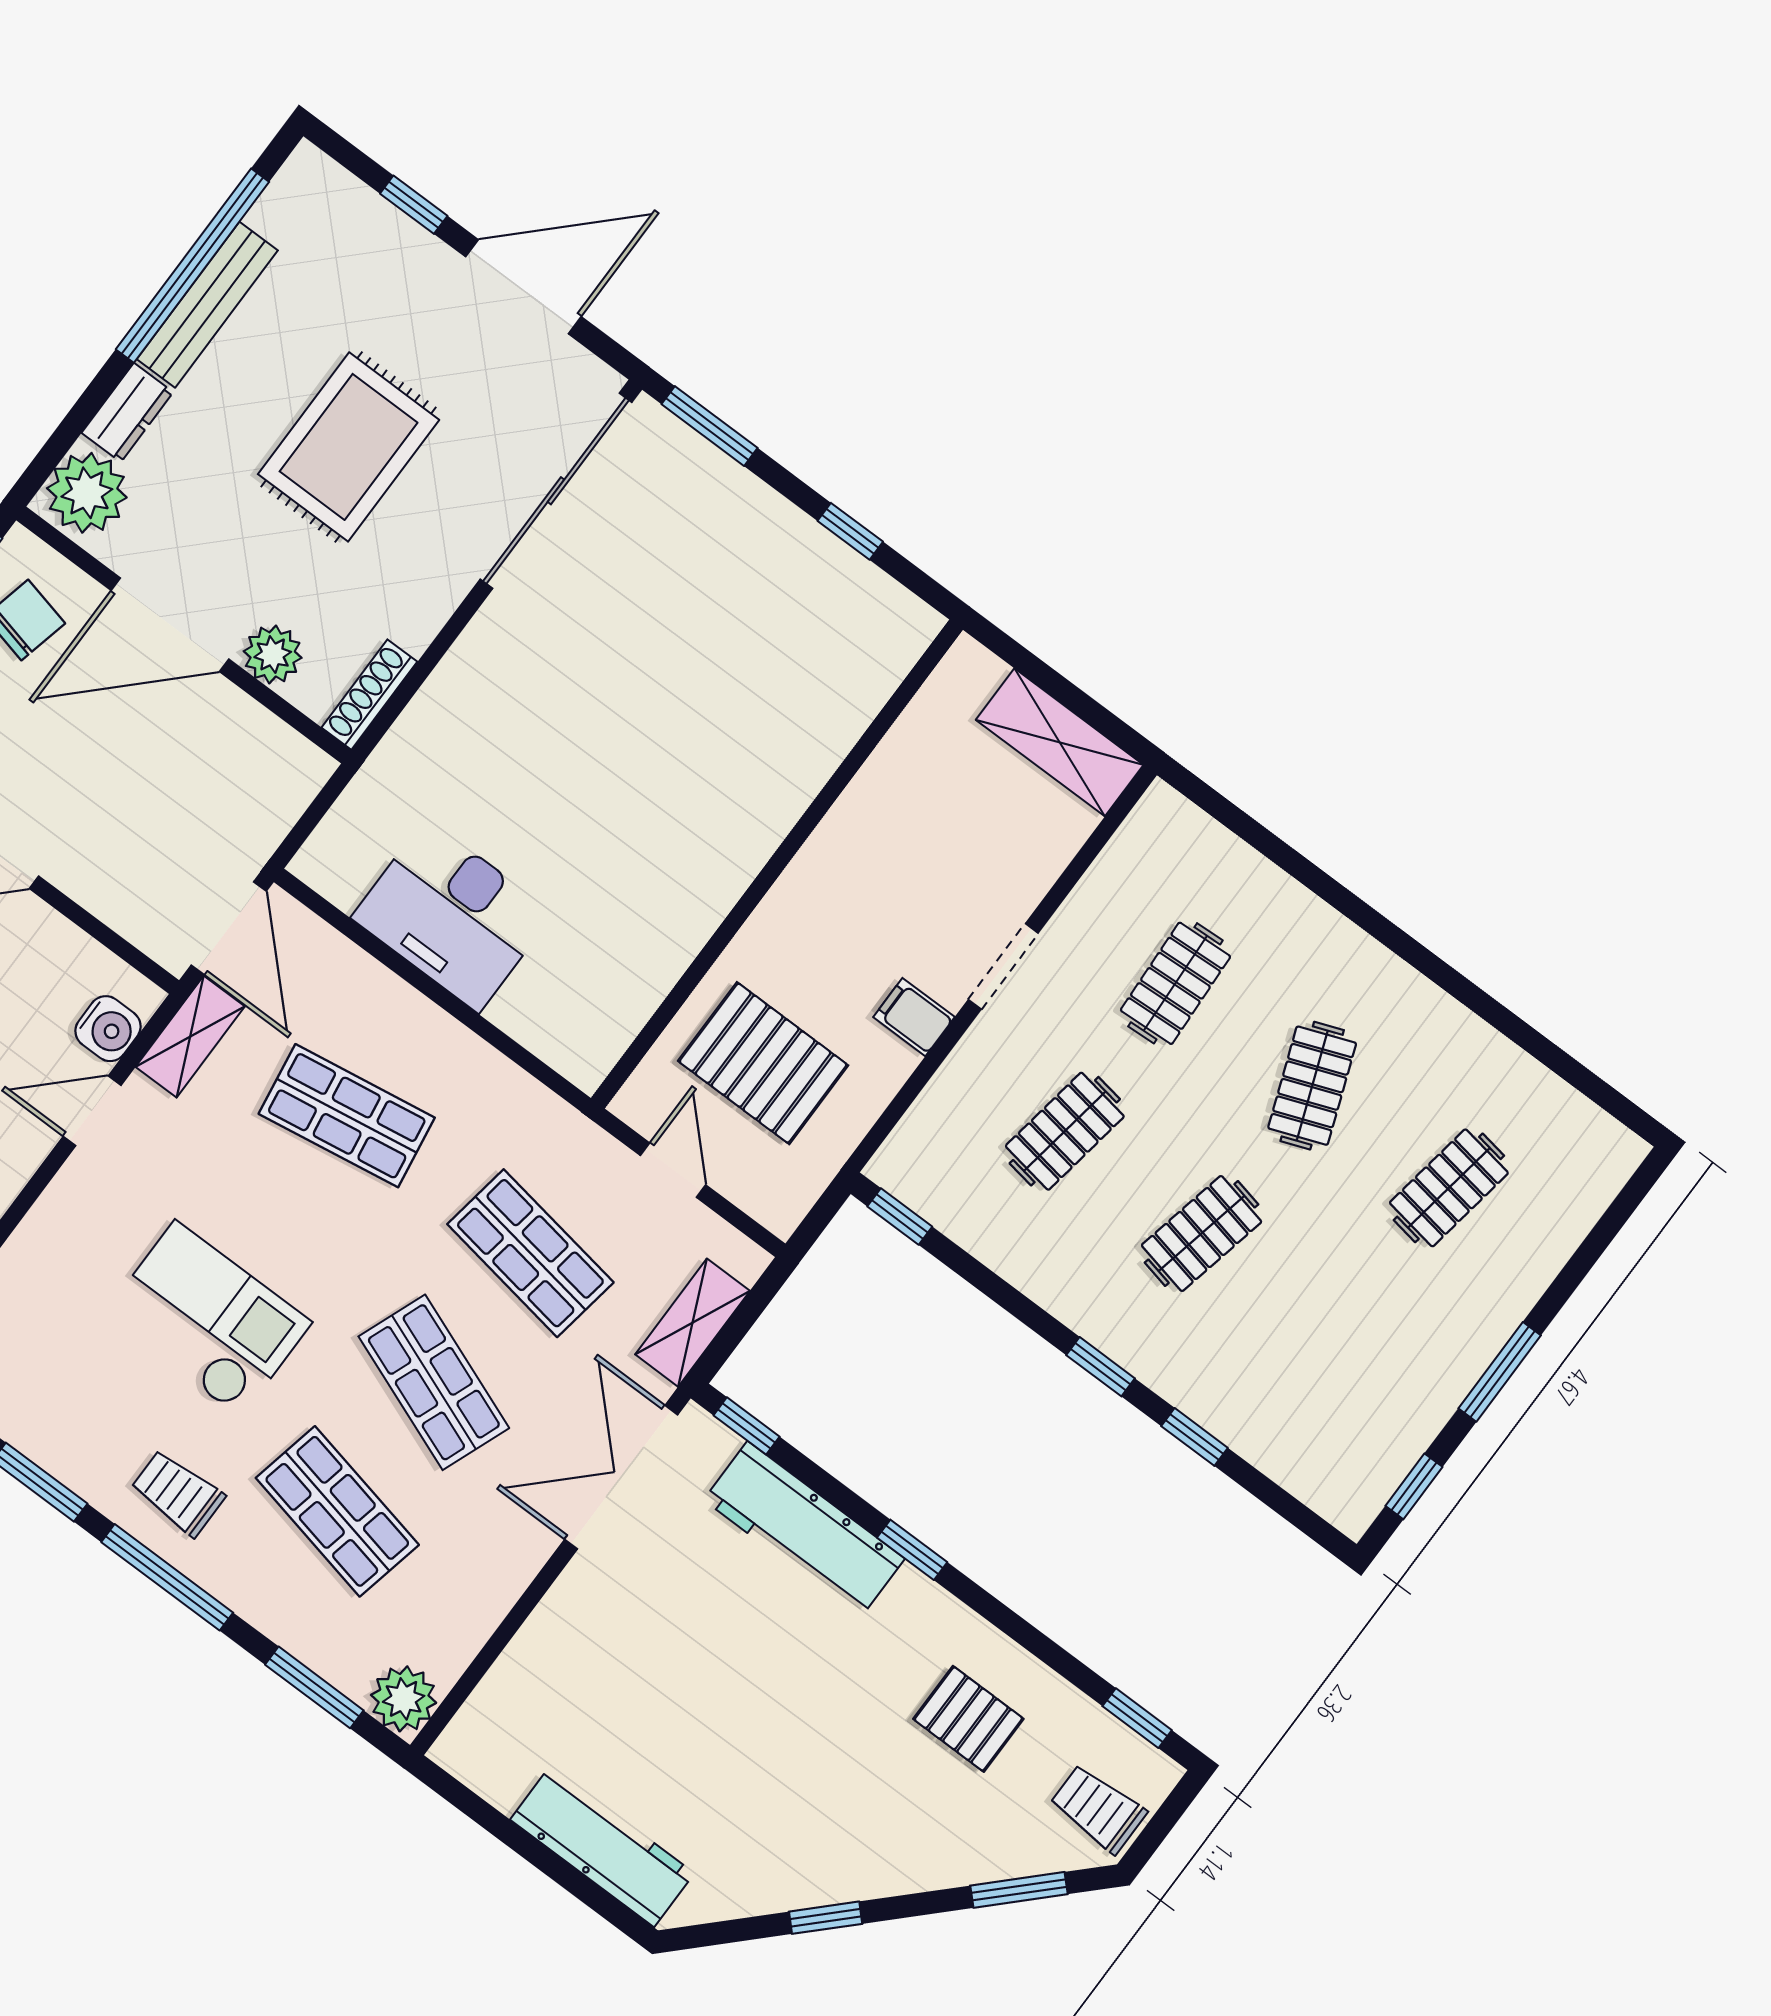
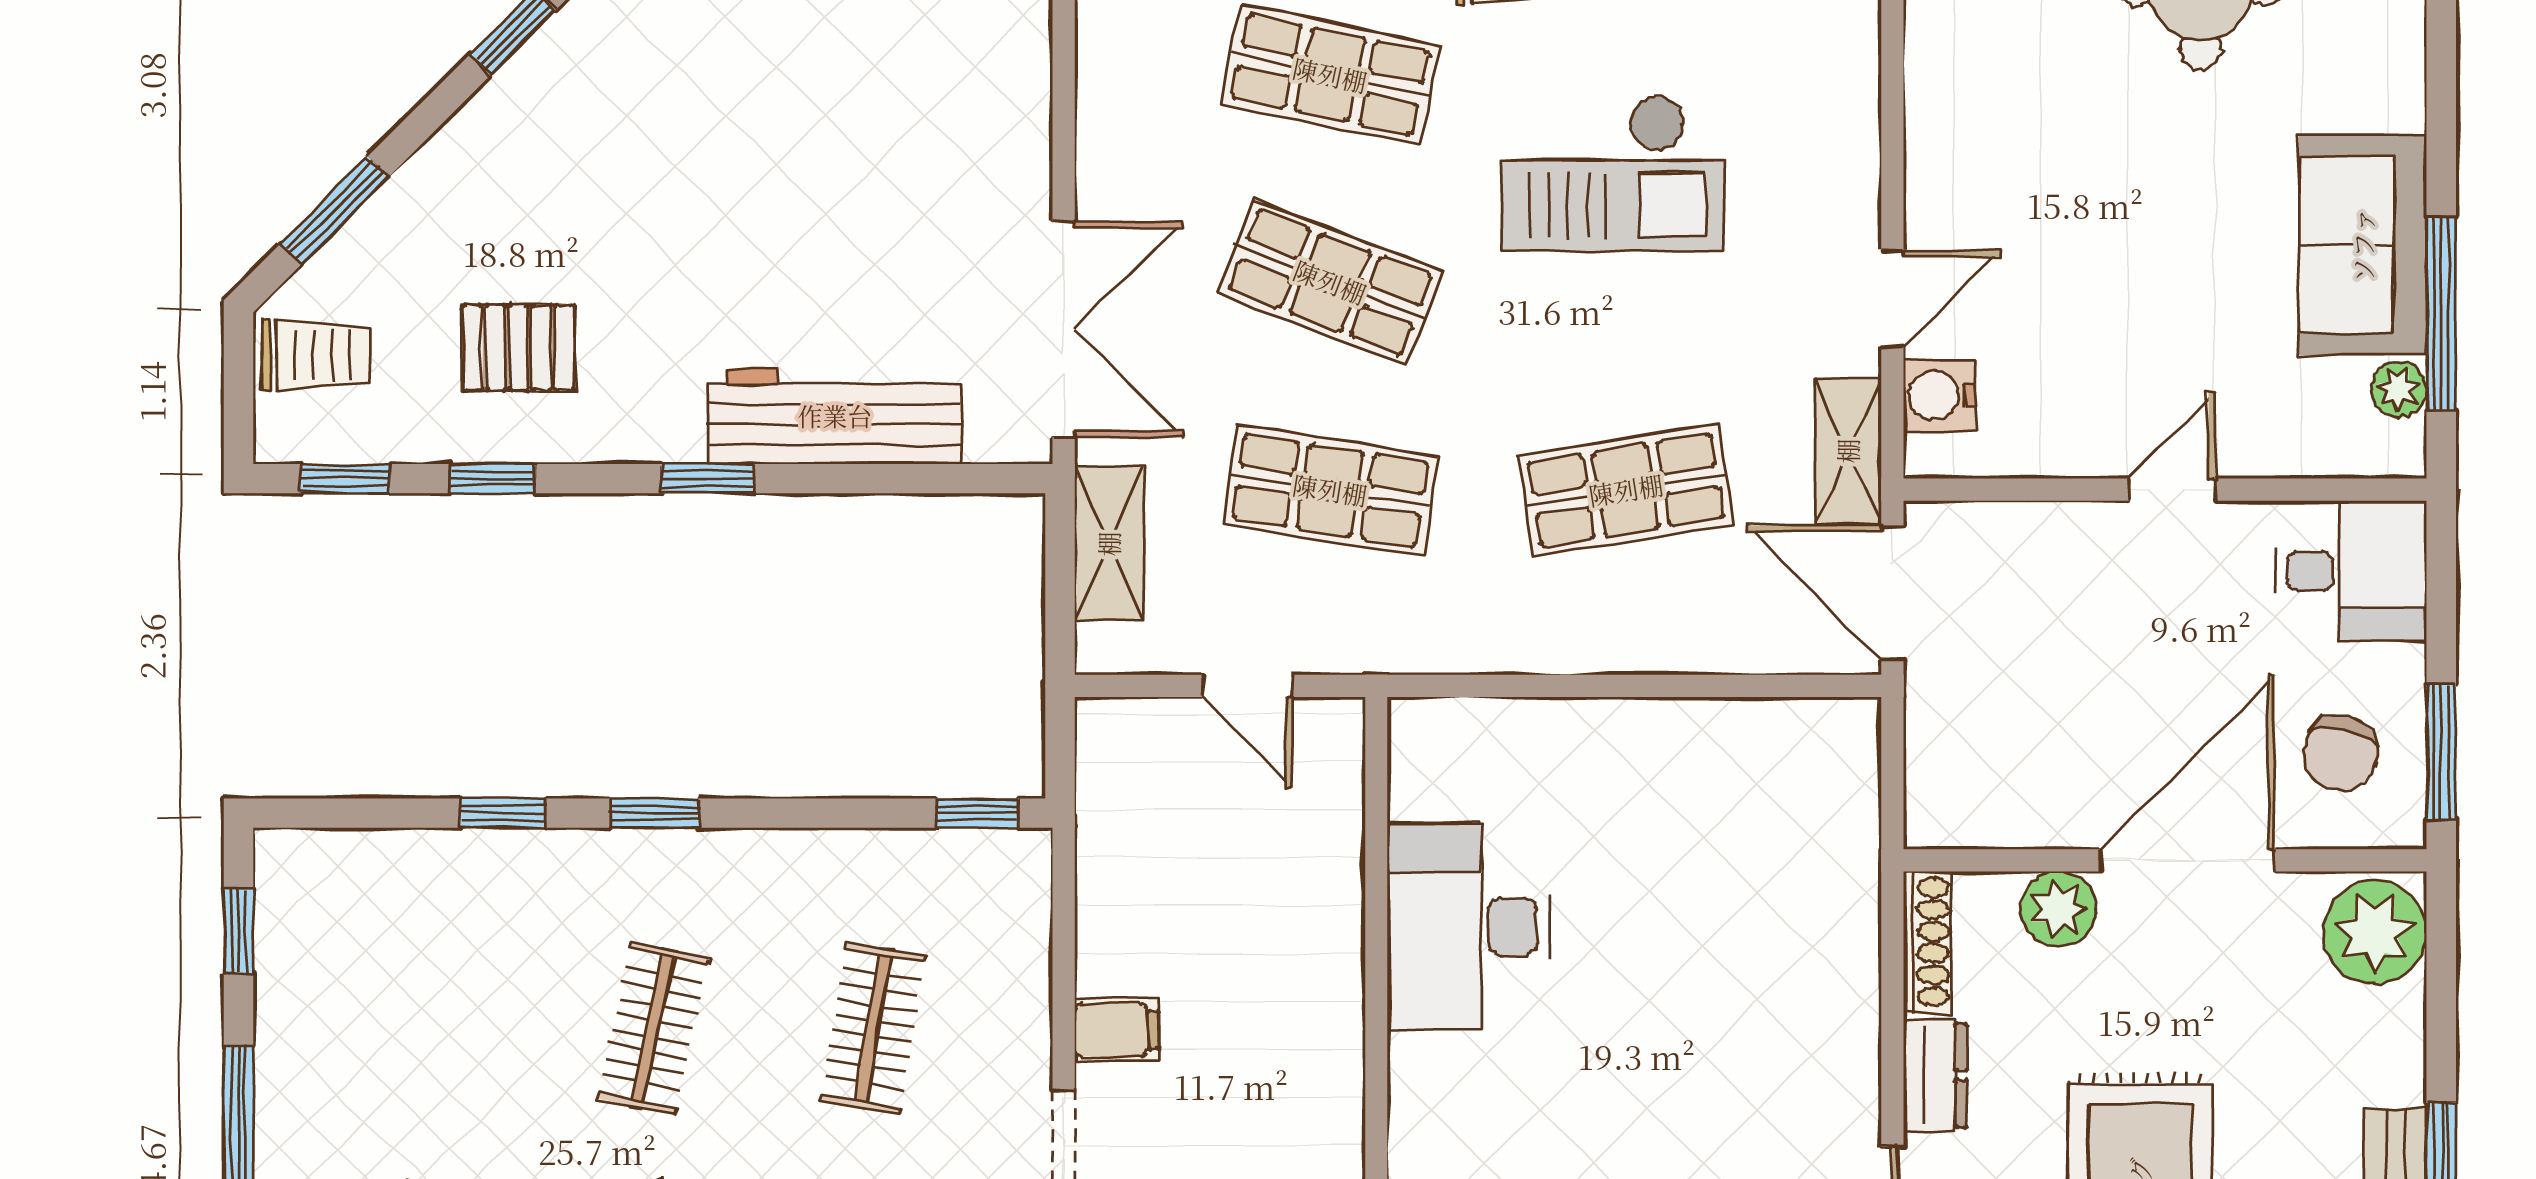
dresser: (127, 413) -> (1935, 1076), moved, turned 180
desk: (452, 915) -> (1469, 927), moved, turned -90
pallet: (763, 1063) -> (1237, 866), removed
window: (747, 1426) -> (493, 479), moved

